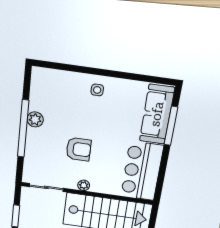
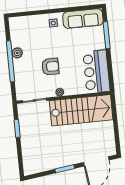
sofa: (157, 114) -> (83, 19), moved, turned -90

